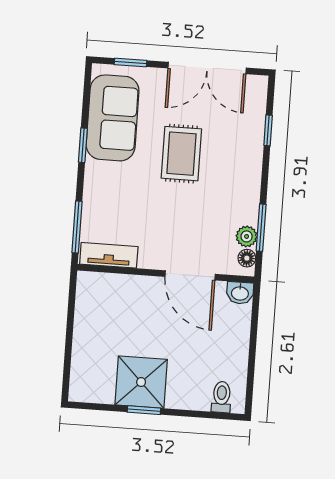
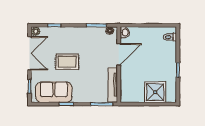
plant: (247, 236) -> (36, 31), moved
tv unit: (109, 255) -> (113, 85), width x1.41
shower: (141, 382) -> (155, 92), moved

